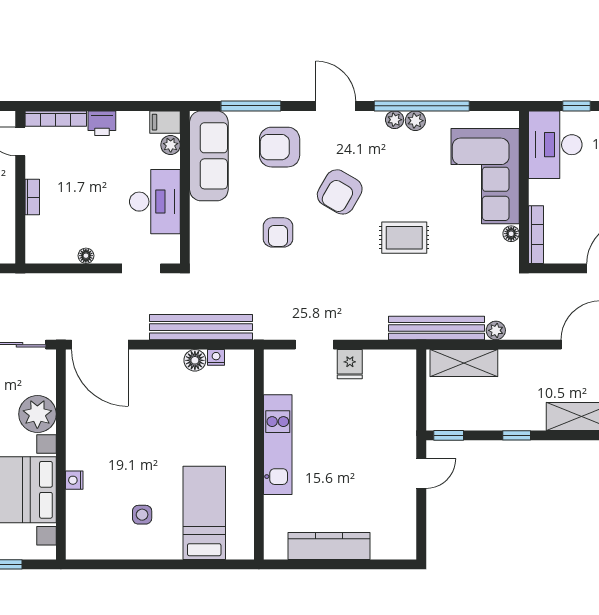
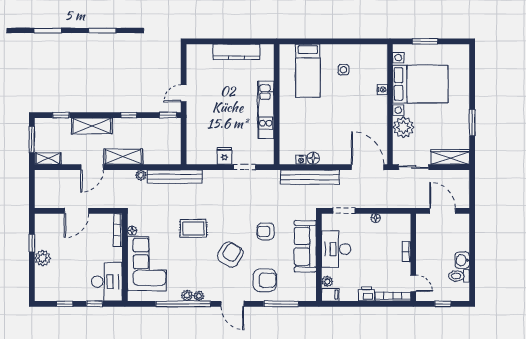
sofa: (209, 156) -> (305, 246), moved
armchair: (278, 232) -> (266, 231), turned -90
shelving: (464, 363) -> (123, 157), moved

